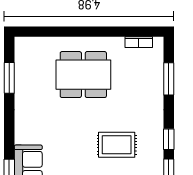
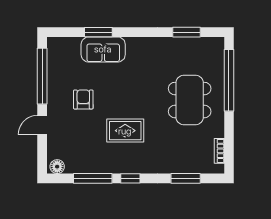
window: (62, 32) -> (229, 80), added
rug: (117, 145) -> (125, 131), turned 90

